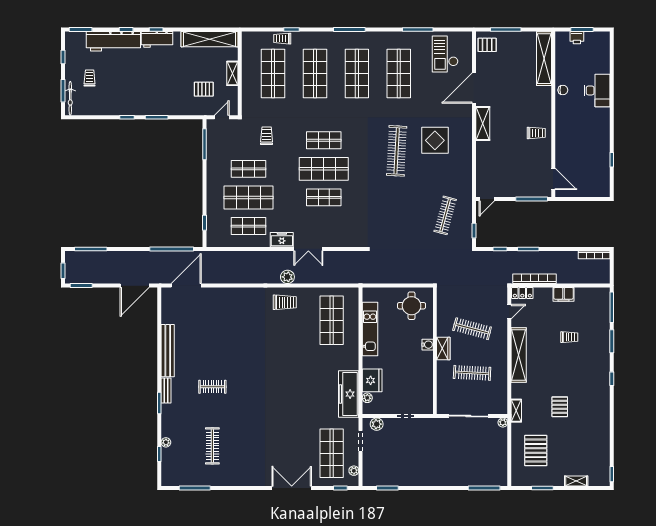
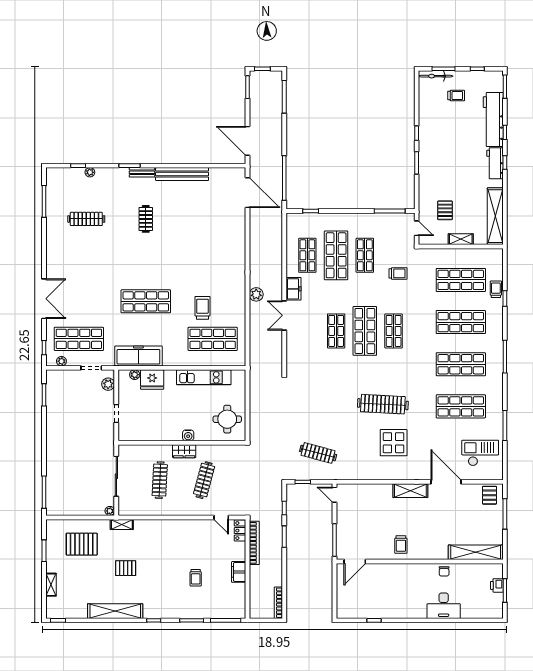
trolley: (285, 302) -> (202, 308), moved, turned 180
shelving: (519, 355) -> (115, 611), moved
shop shelf: (294, 387) -> (146, 301), added

